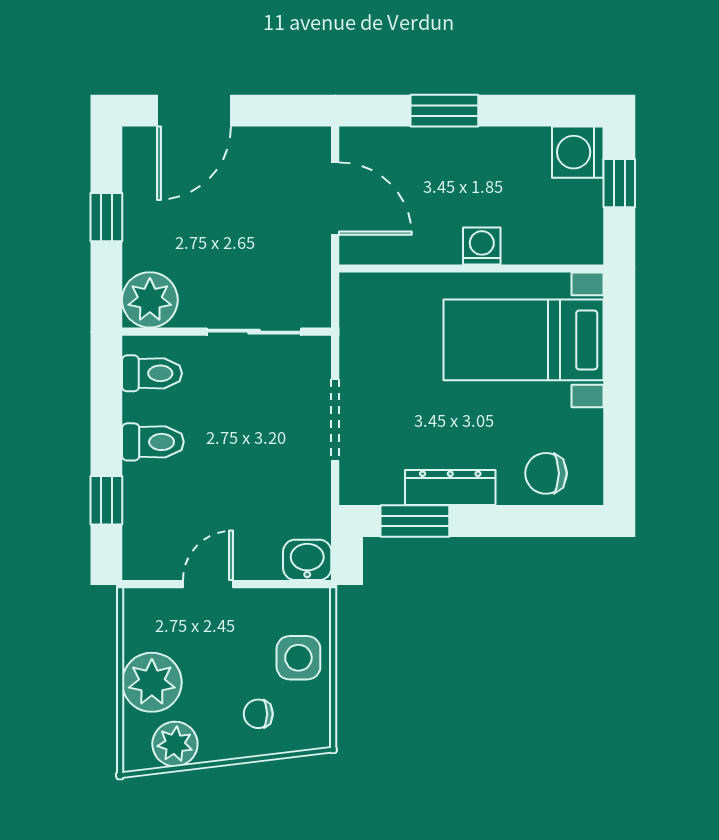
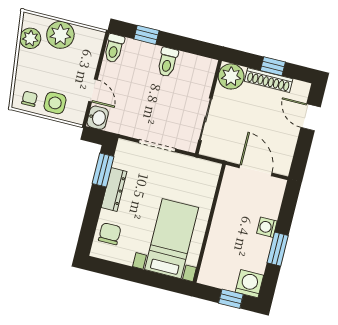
door: (194, 111) -> (311, 117), width x0.73
window: (444, 111) -> (278, 249), moved
door: (335, 199) -> (256, 170), swing flipped
shoe rack: (138, 219) -> (269, 80), added
washing machine: (482, 246) -> (267, 227), moved, turned 180
toilet: (152, 373) -> (114, 48), moved
door: (208, 584) -> (93, 91), moved
chair: (258, 714) -> (30, 99), moved

